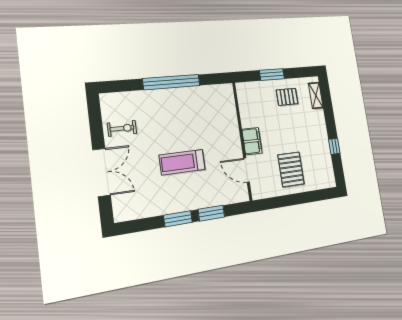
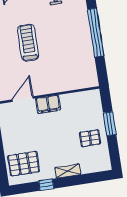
shelving: (316, 95) -> (68, 171), moved
pallet: (287, 97) -> (90, 138), turned 90
pallet: (291, 169) -> (24, 164), moved

